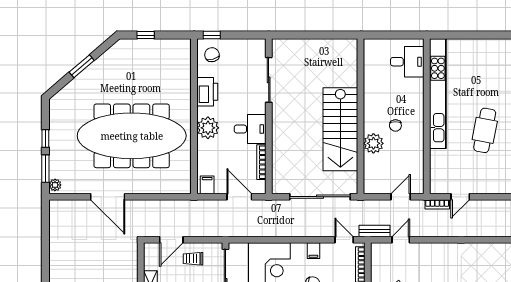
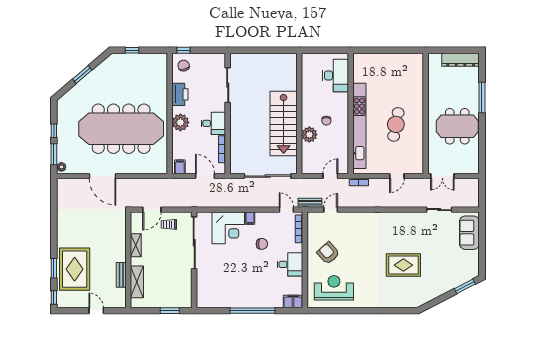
desk: (407, 62) -> (336, 75), width x1.37
kitchen unit: (438, 94) -> (359, 126), moved
door: (460, 197) -> (397, 176), moved
filing cabinet: (313, 251) -> (250, 218), moved

